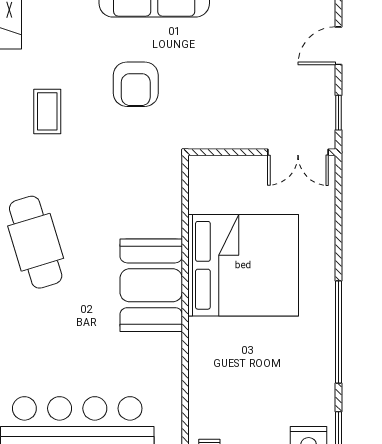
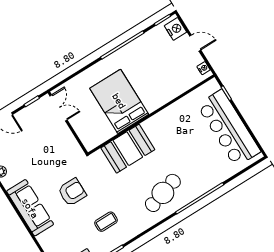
bed: (243, 265) -> (119, 101), width x0.73
booth: (151, 285) -> (128, 149), moved

